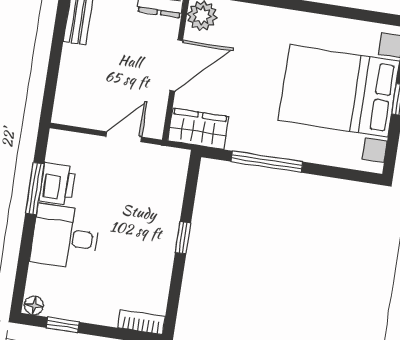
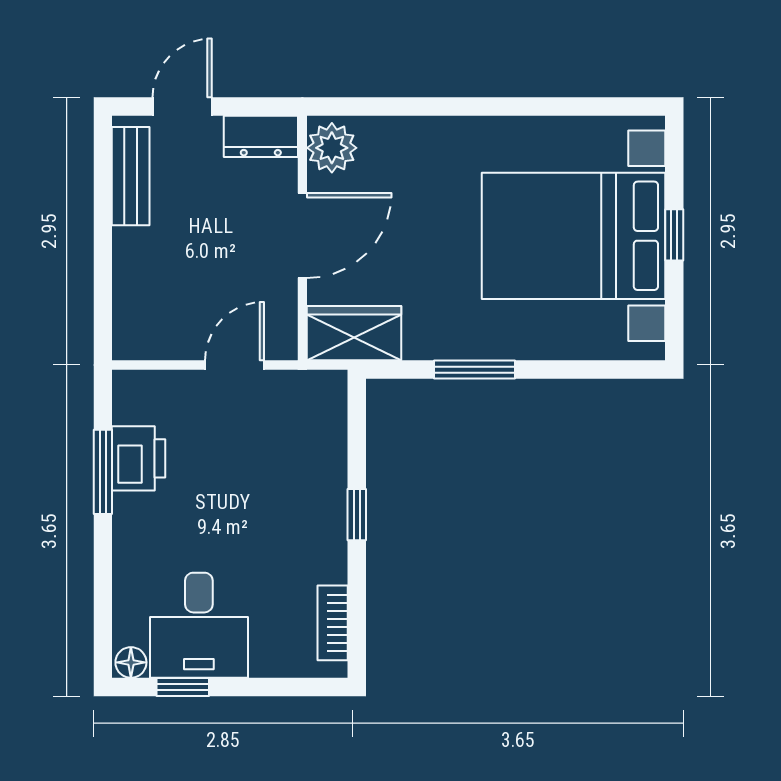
window: (267, 162) -> (474, 370), width x0.69
desk: (65, 237) -> (199, 625), moved, turned -90
bookcase: (141, 322) -> (333, 623), moved, turned -90

